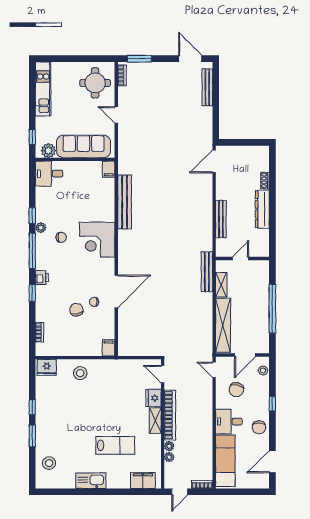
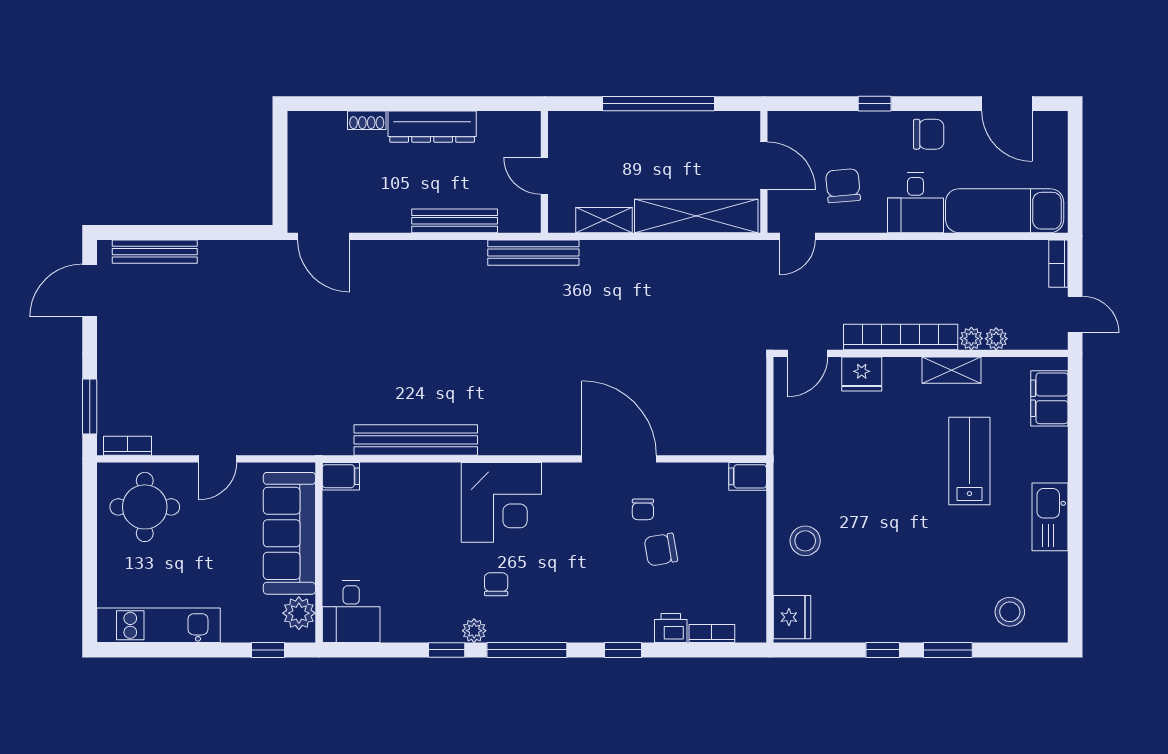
bench: (207, 272) -> (533, 253), moved
printer: (42, 278) -> (671, 628), moved
stool: (263, 370) -> (799, 125), removed
chair: (236, 390) -> (843, 186), turned -109
shelving: (155, 421) -> (951, 370), moved

